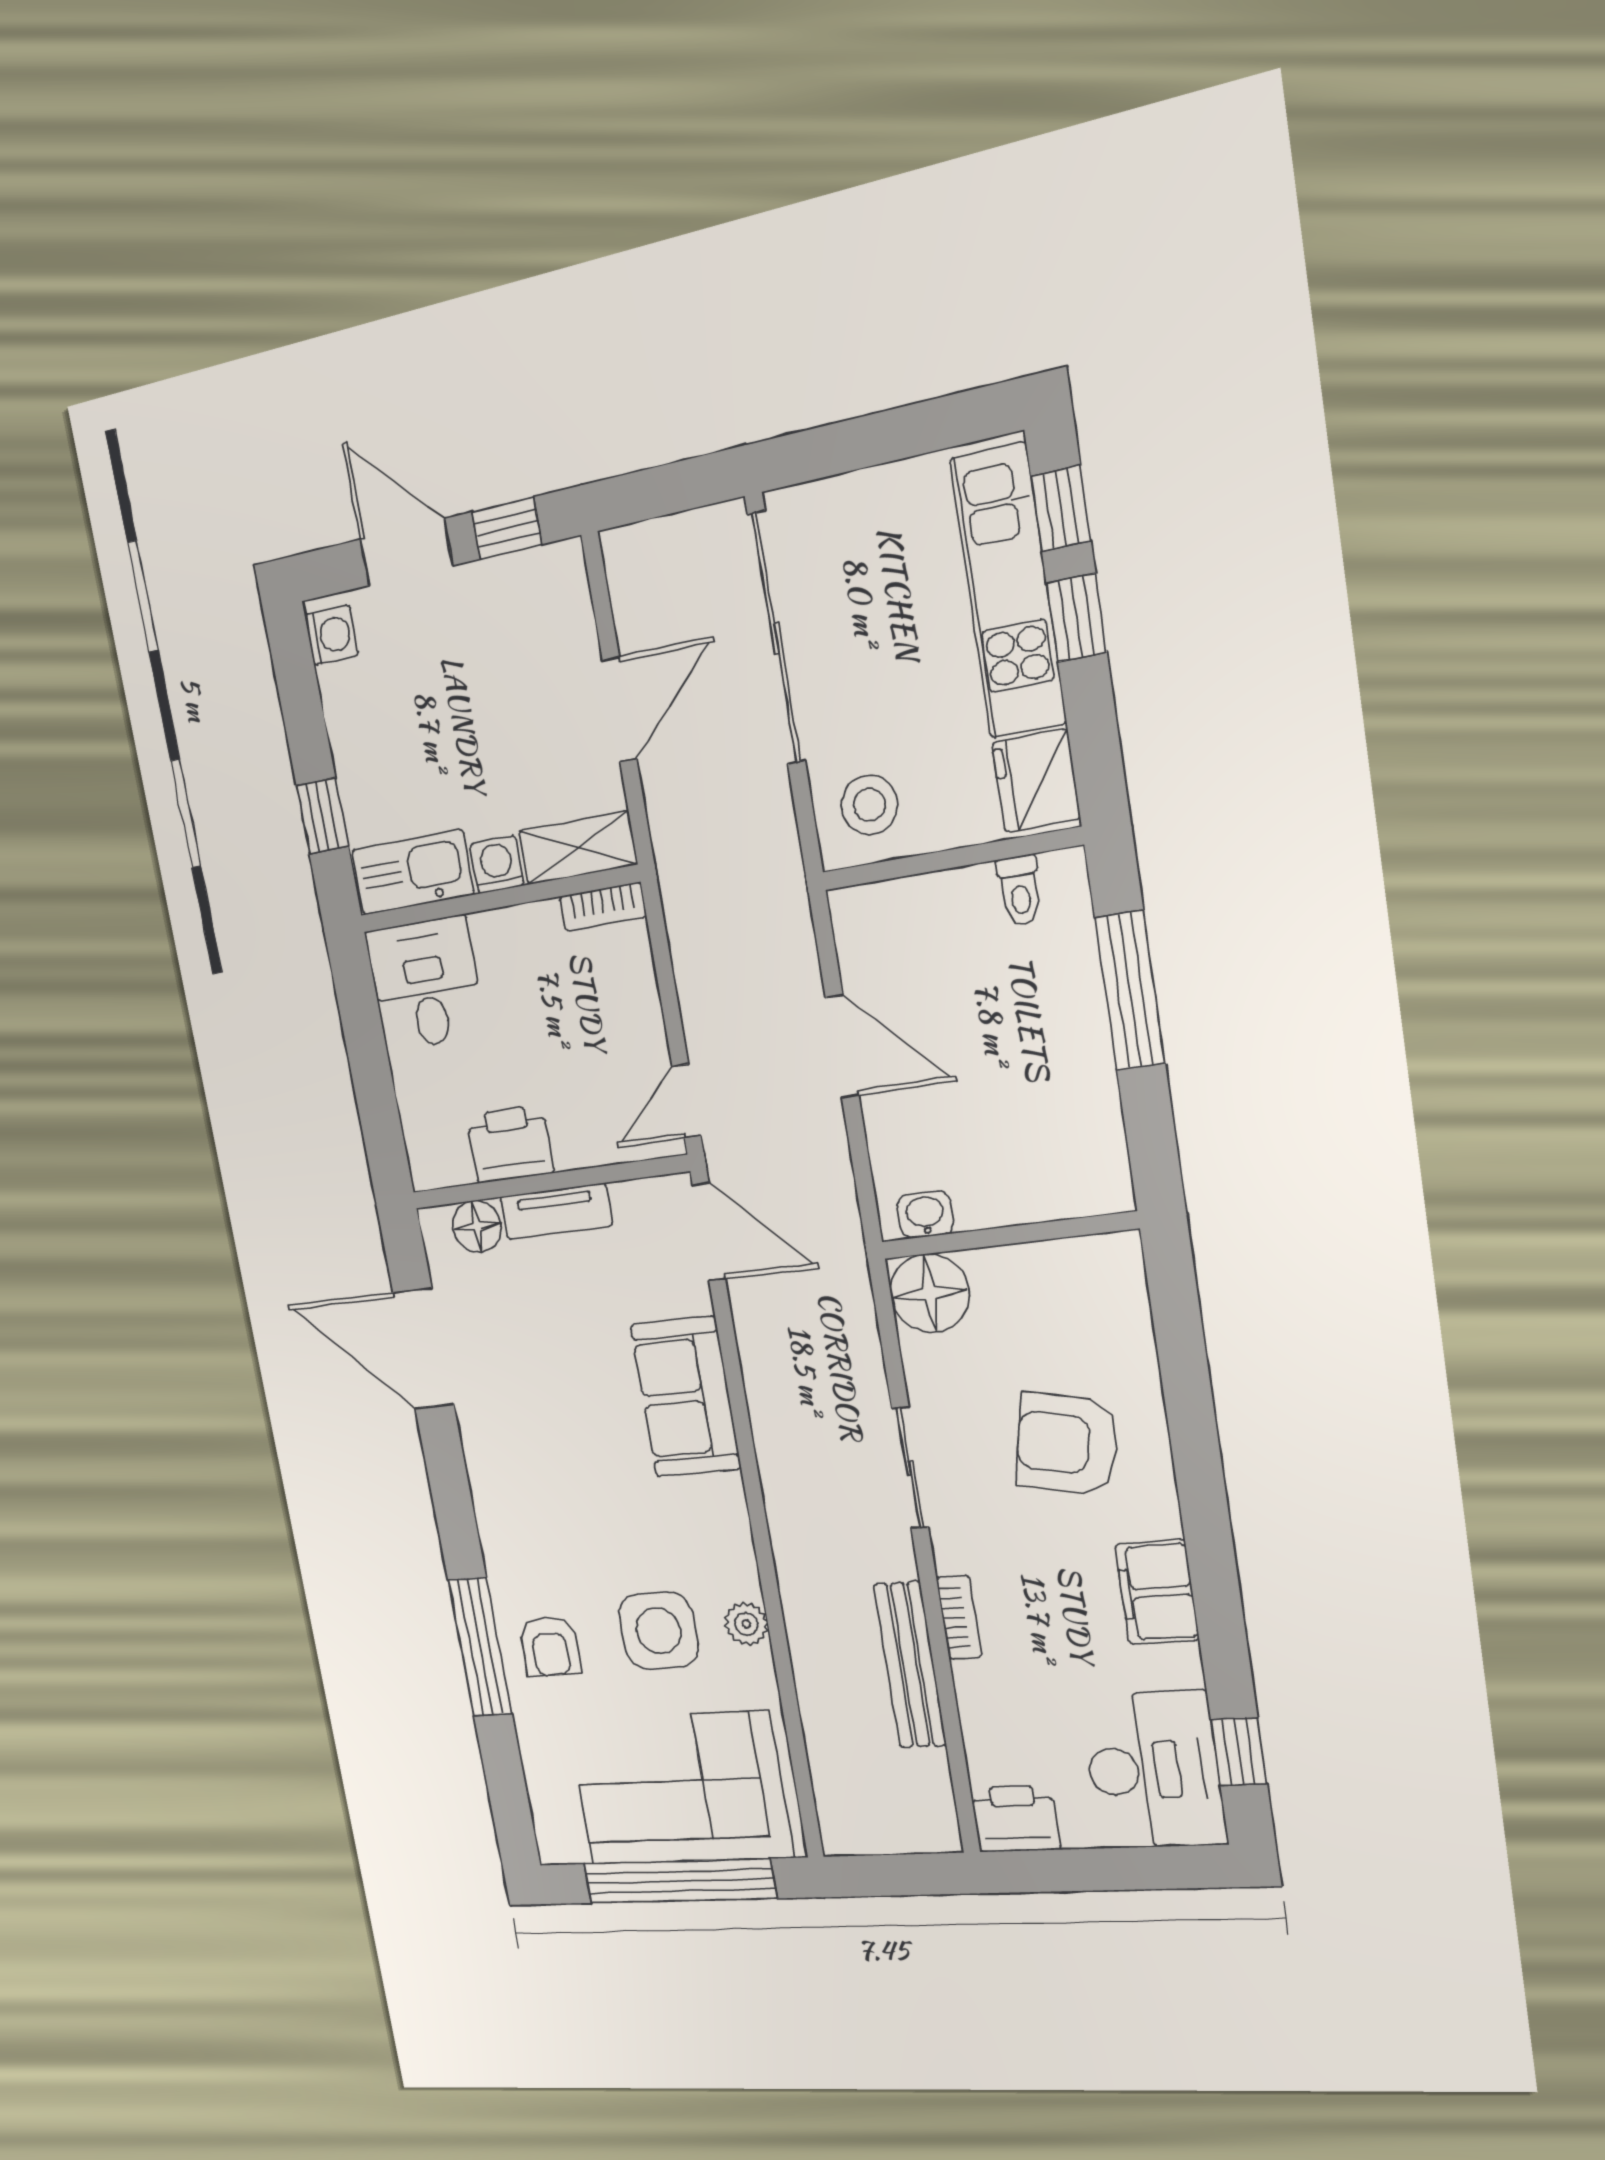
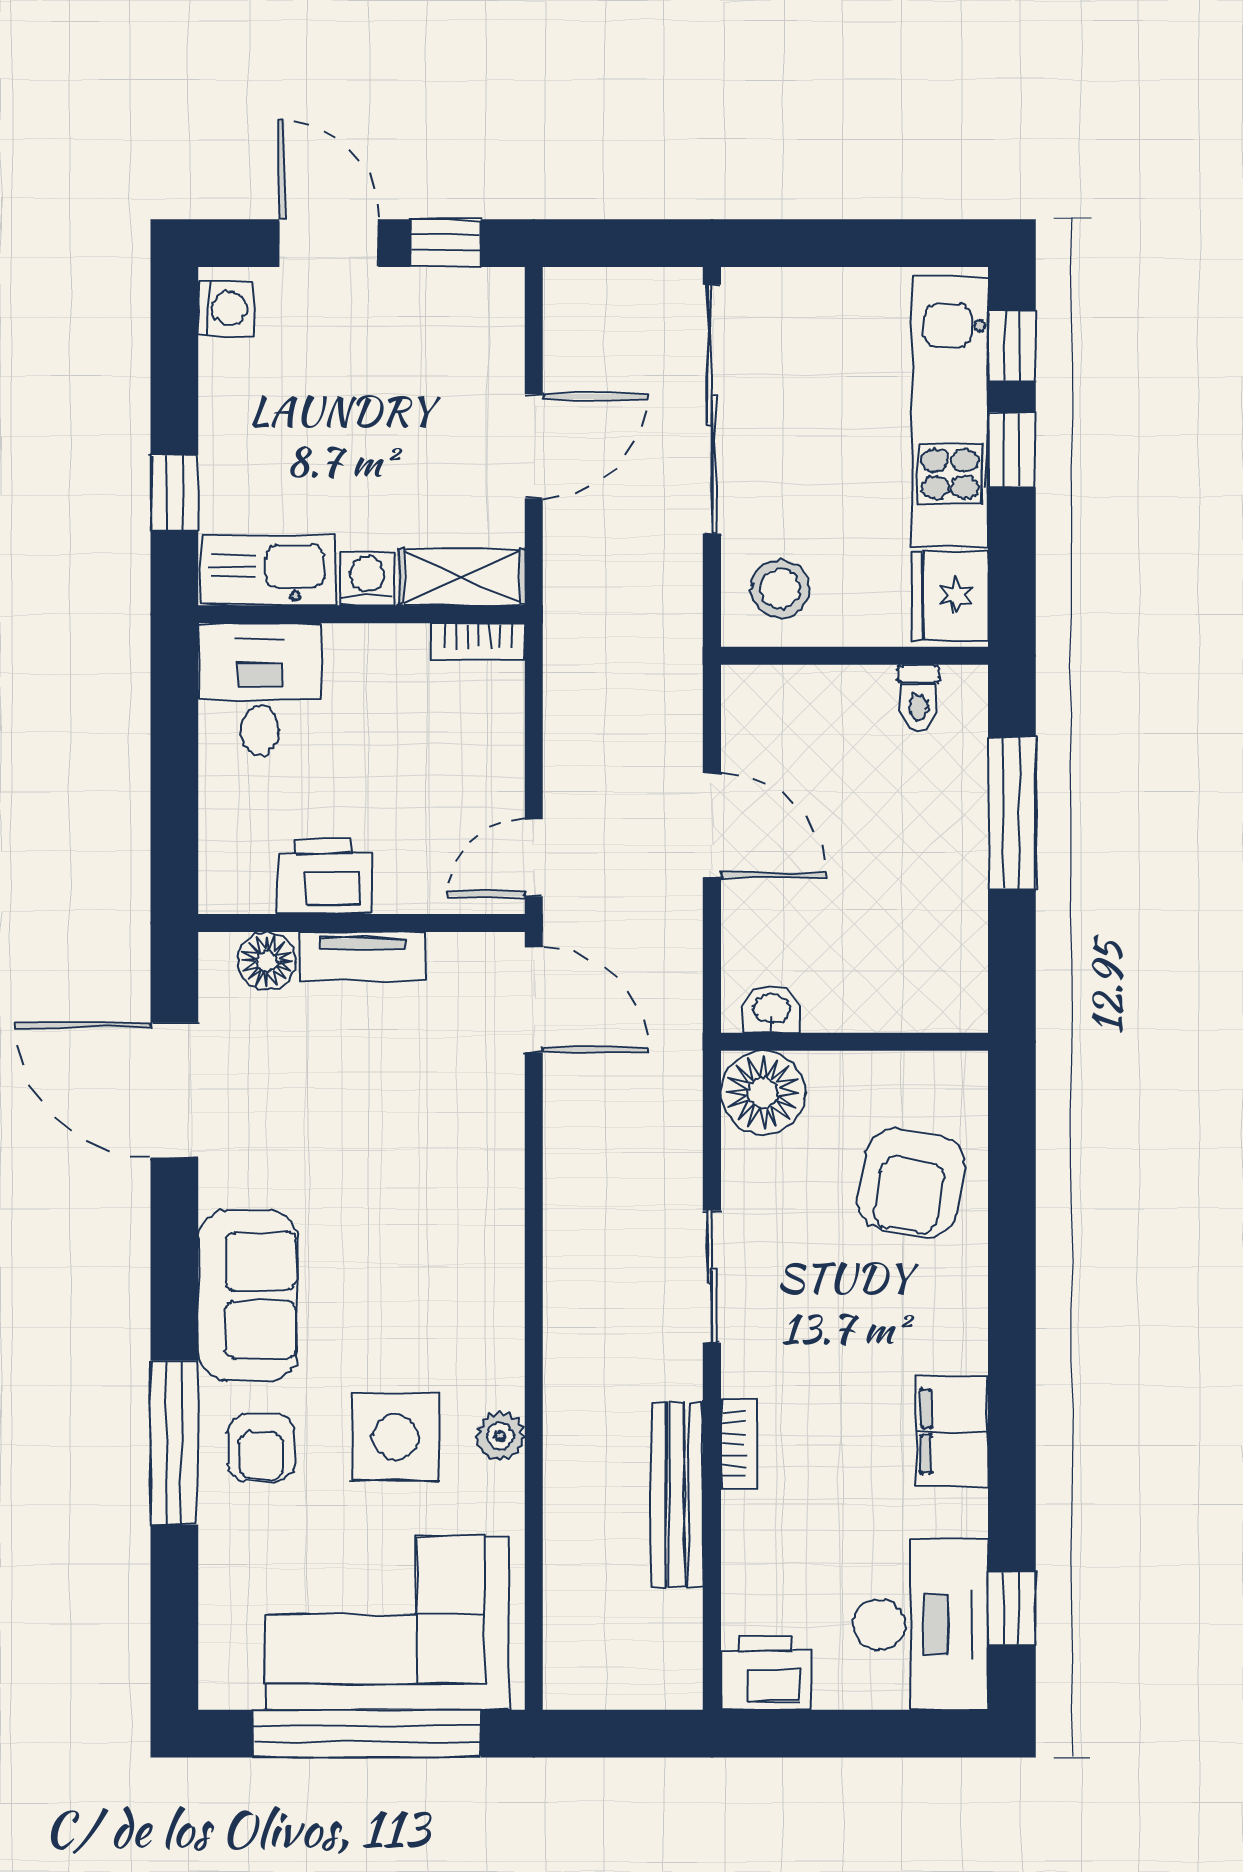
sofa: (686, 1397) -> (248, 1296), moved, turned 180
armchair: (1067, 1444) -> (911, 1183), moved, turned -92

